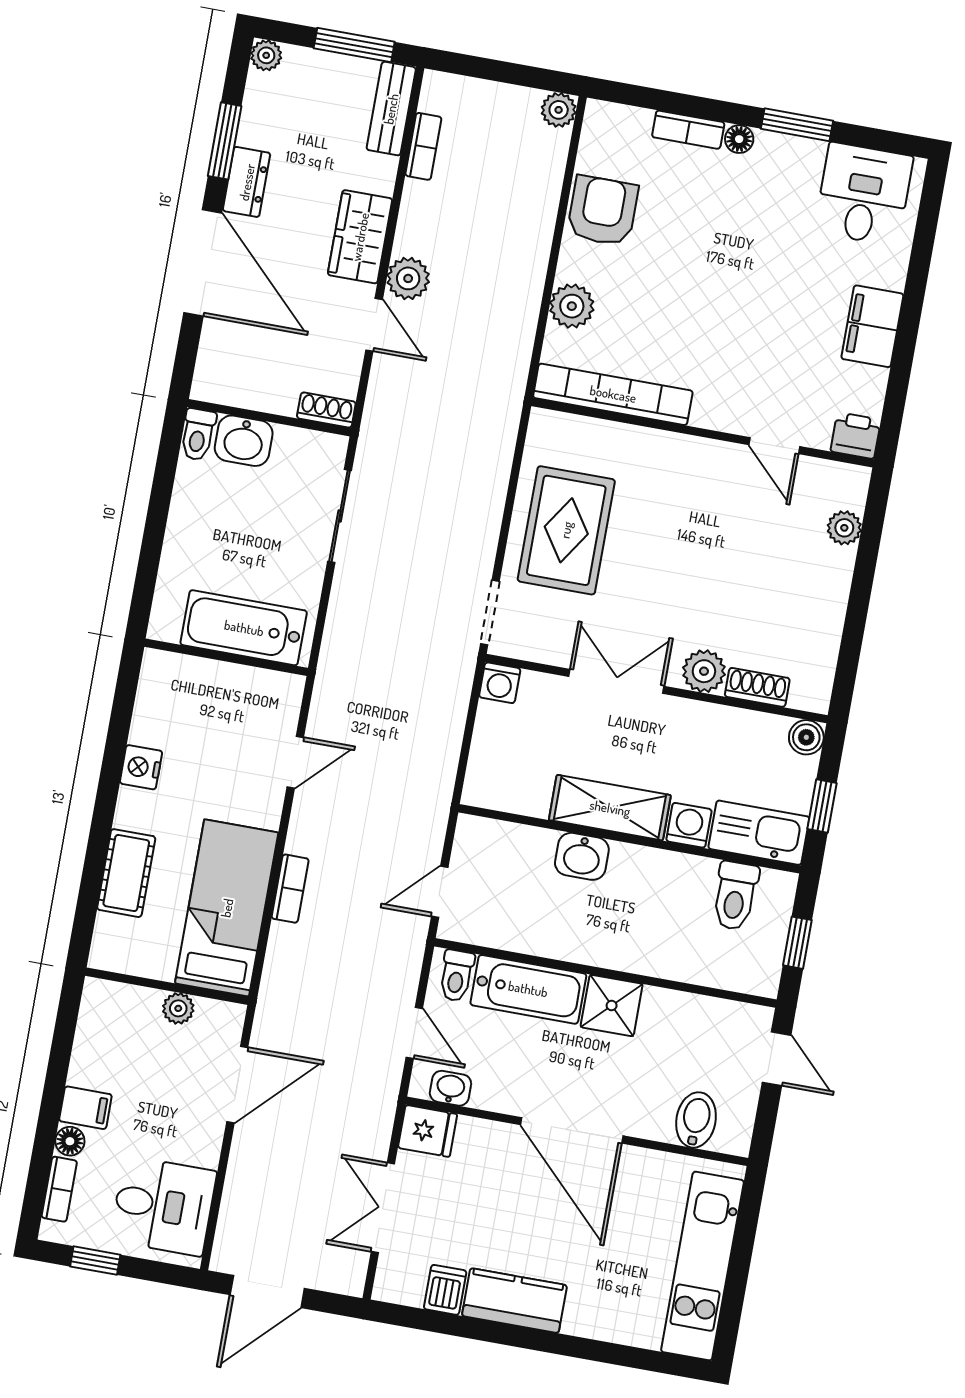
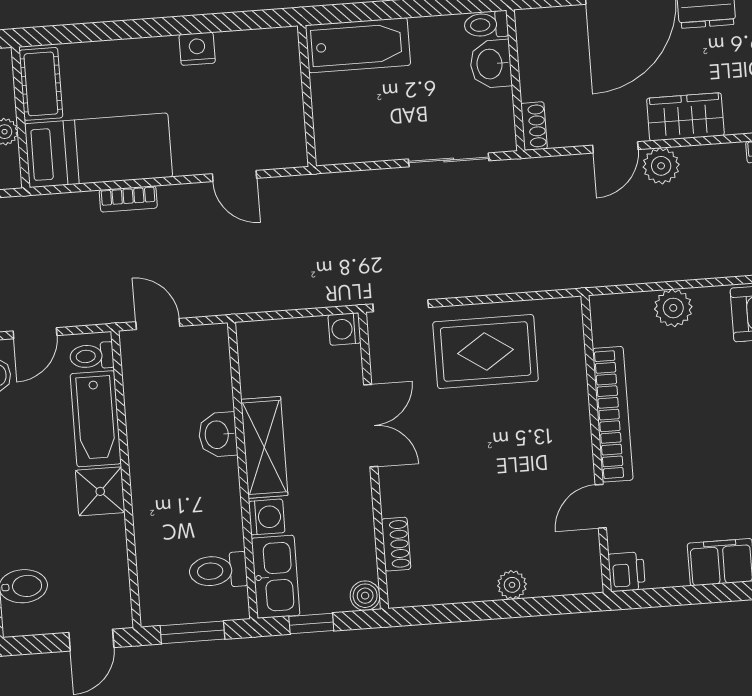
bookcase: (613, 394) -> (613, 414), moved
plant: (844, 528) -> (512, 585), moved
bathtub: (244, 628) -> (358, 45), moved, turned 90
plant: (704, 671) -> (398, 496), removed
cot: (126, 873) -> (41, 84), moved, turned 90
window: (797, 943) -> (192, 632), width x1.50

